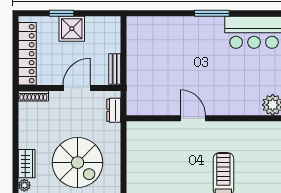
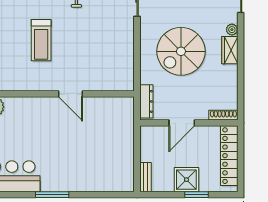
bench: (115, 69) -> (145, 177), moved
dresser: (114, 110) -> (146, 101), width x1.44
spiral stairs: (78, 163) -> (181, 51), turned -90

